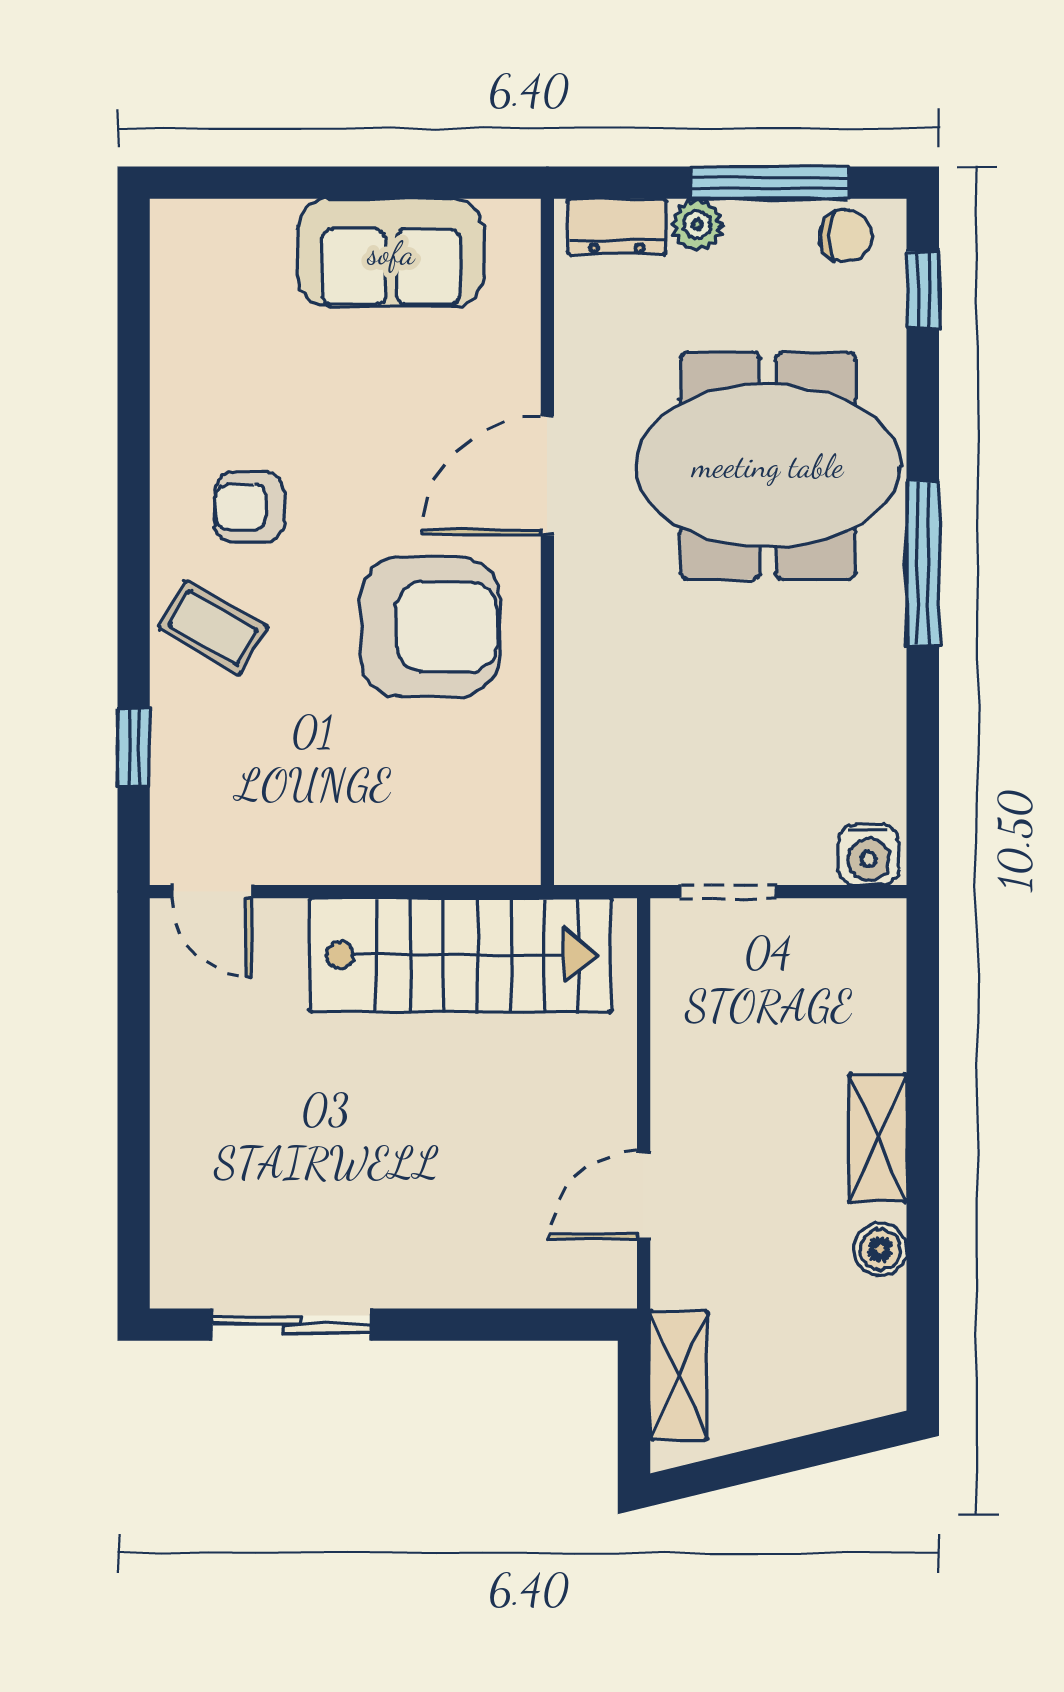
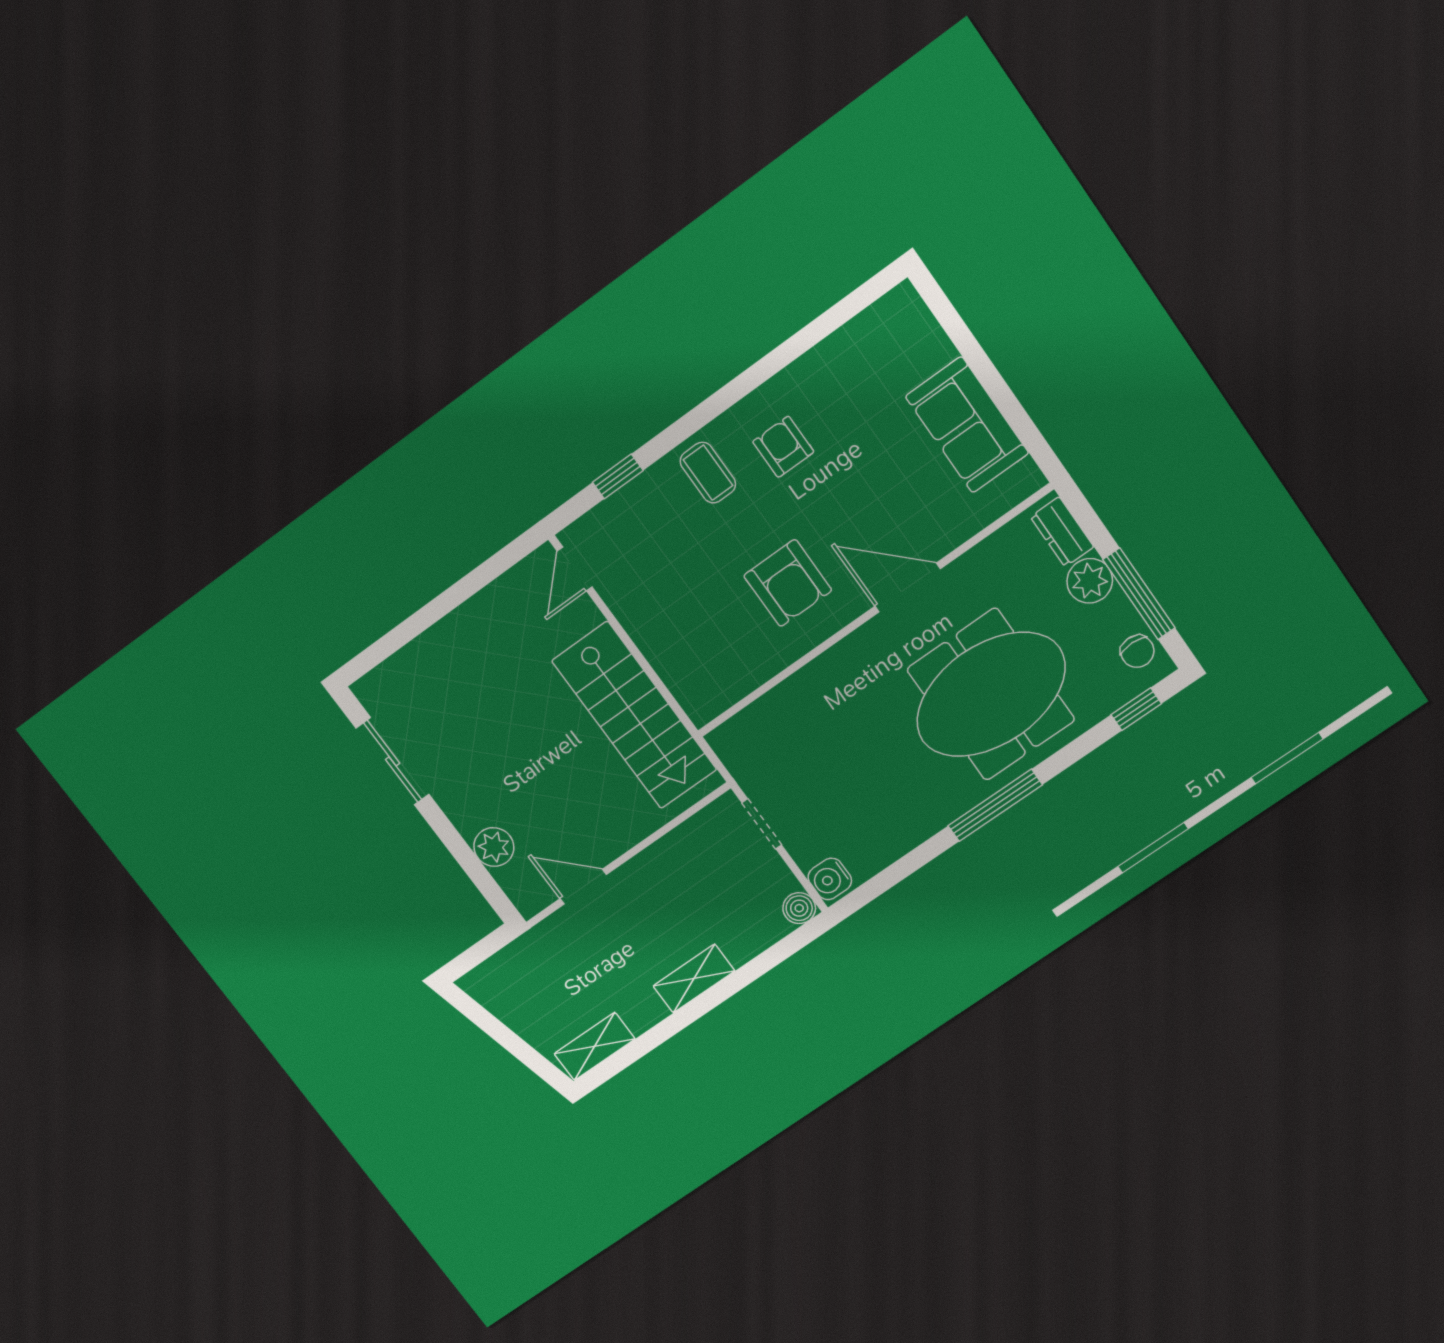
plant: (697, 225) -> (1090, 581), width x1.38, depth x1.38
meeting table: (768, 466) -> (991, 695), turned 90
armchair: (430, 627) -> (788, 583), width x0.73, depth x0.73
coffee table: (213, 628) -> (708, 473), turned -30
boiler: (880, 1249) -> (799, 908), moved
plant: (504, 1276) -> (494, 847), added
shelving: (679, 1375) -> (595, 1046), moved

